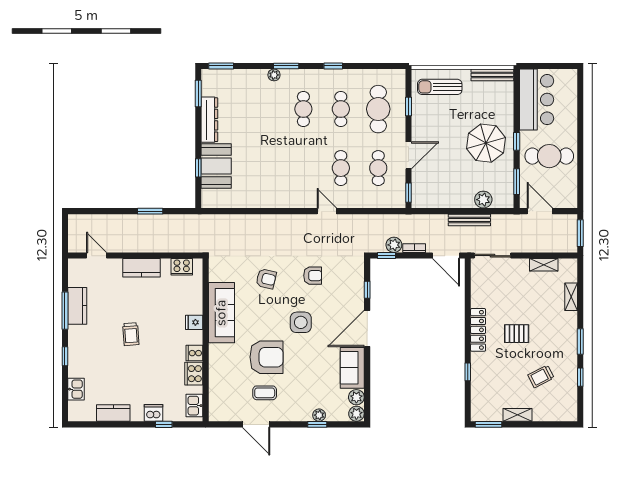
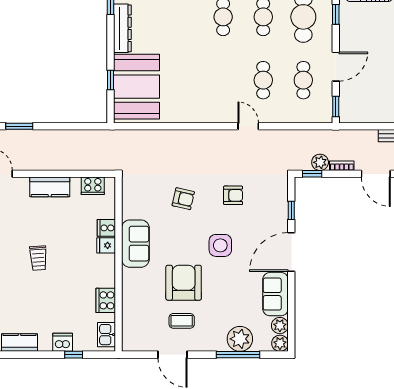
booth: (216, 166) -> (137, 87), width x1.36, depth x1.42
window: (150, 211) -> (19, 126), moved
sofa: (221, 313) -> (135, 244), width x0.73
cooker: (194, 353) -> (106, 228), moved
armchair: (266, 357) -> (184, 283), turned -90
plant: (319, 415) -> (240, 339), width x1.88, depth x1.88
window: (317, 424) -> (238, 355), width x2.17

